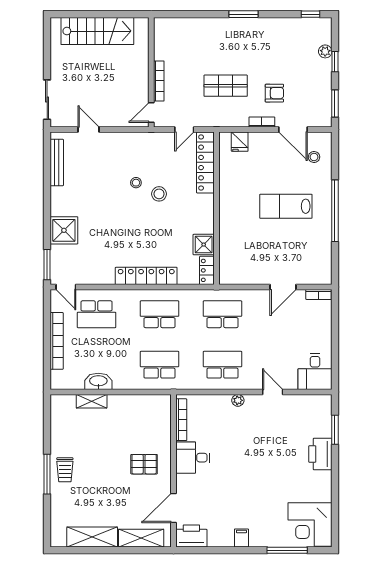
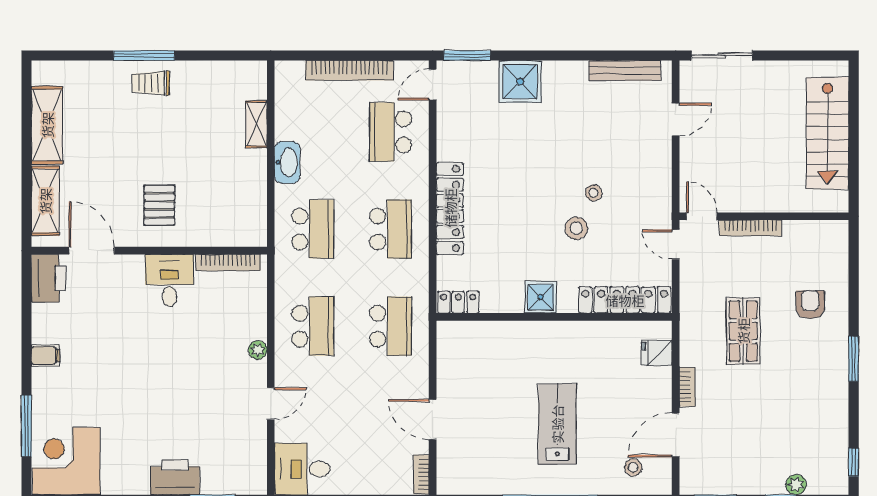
armchair: (274, 93) -> (810, 305), moved, turned 180
door: (184, 129) -> (676, 244), moved
shower: (204, 245) -> (541, 297), moved
washbasin: (98, 381) -> (287, 162), moved

